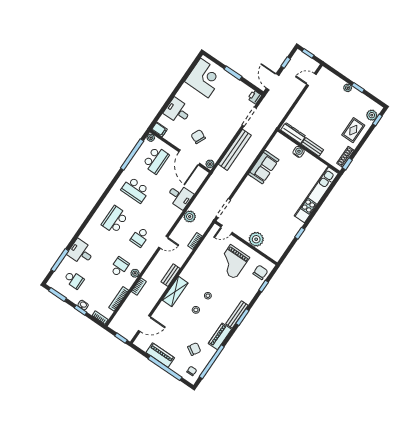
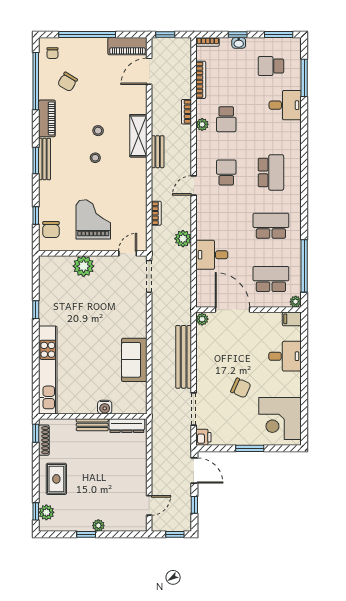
chair: (198, 137) -> (241, 388), moved
school desk: (156, 160) -> (271, 279), turned 90
piano: (160, 355) -> (127, 46), moved

